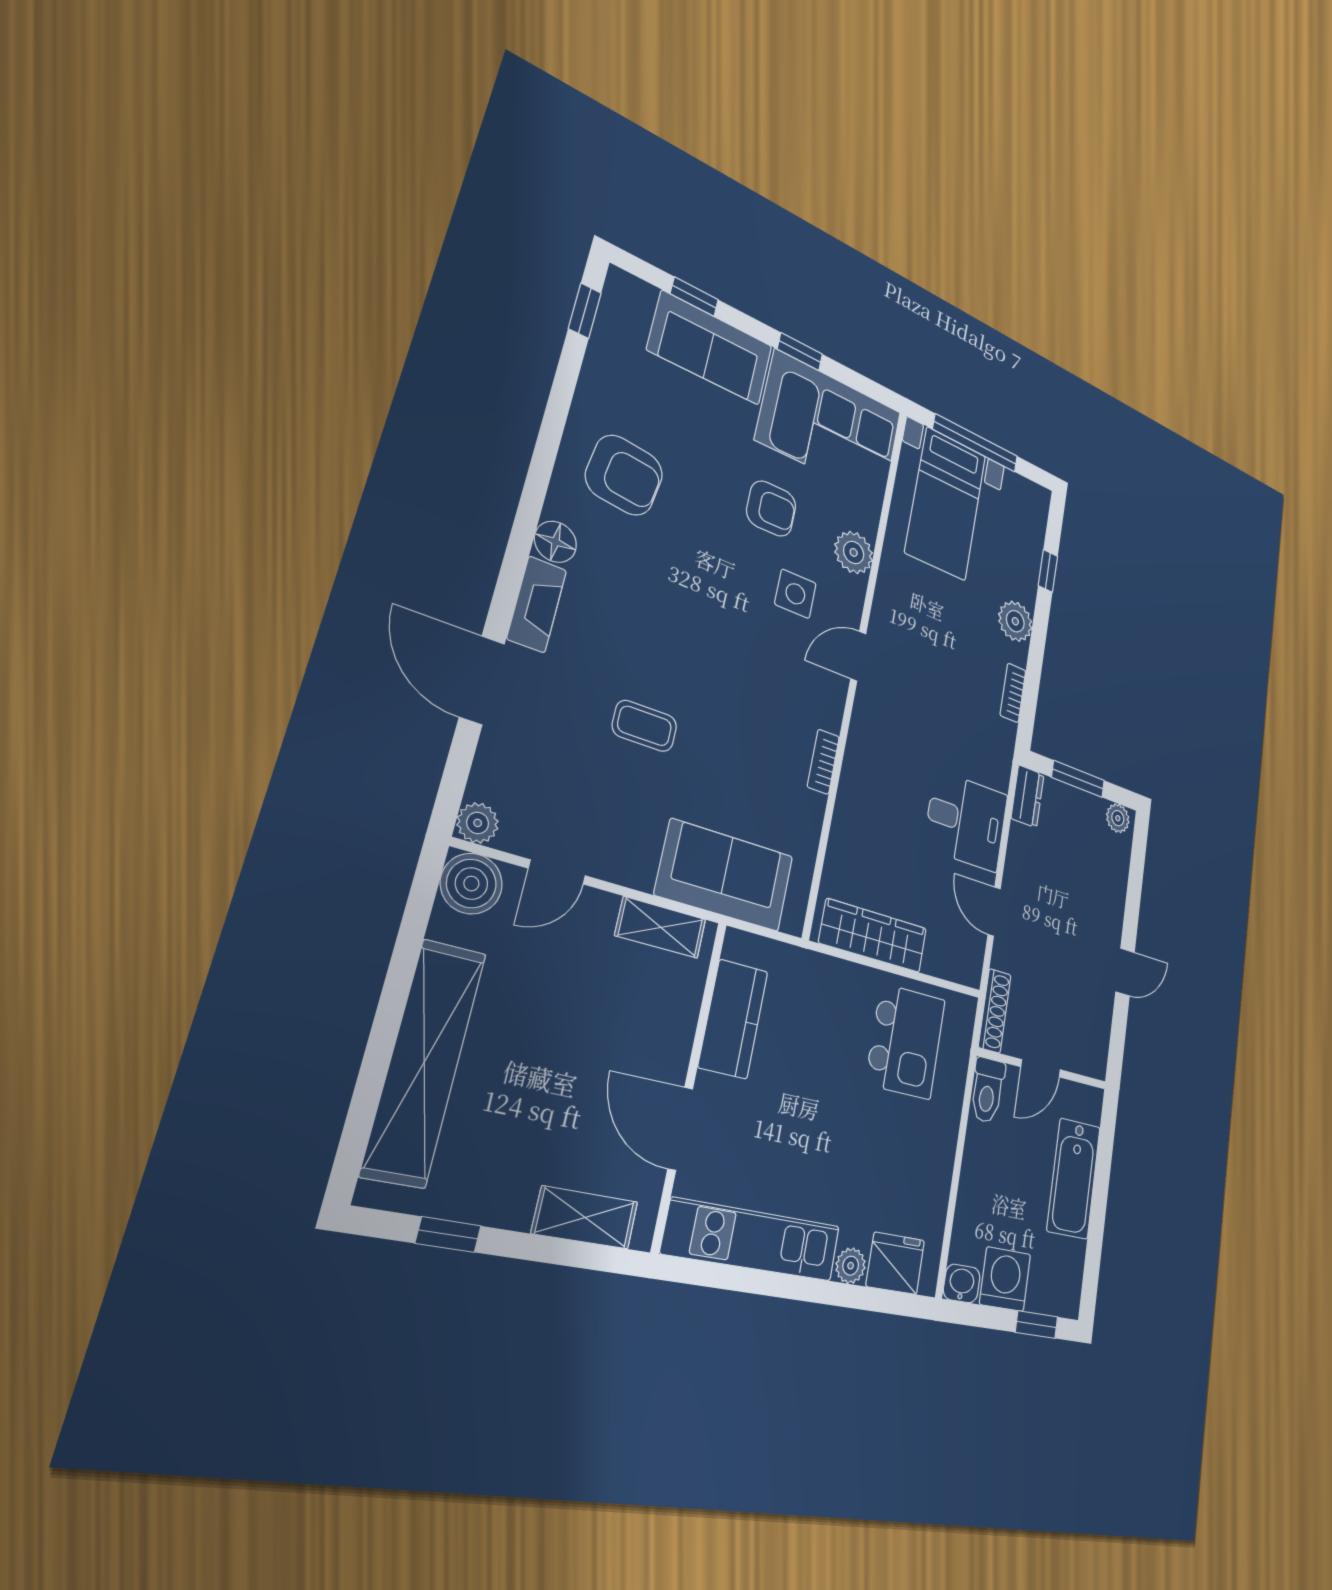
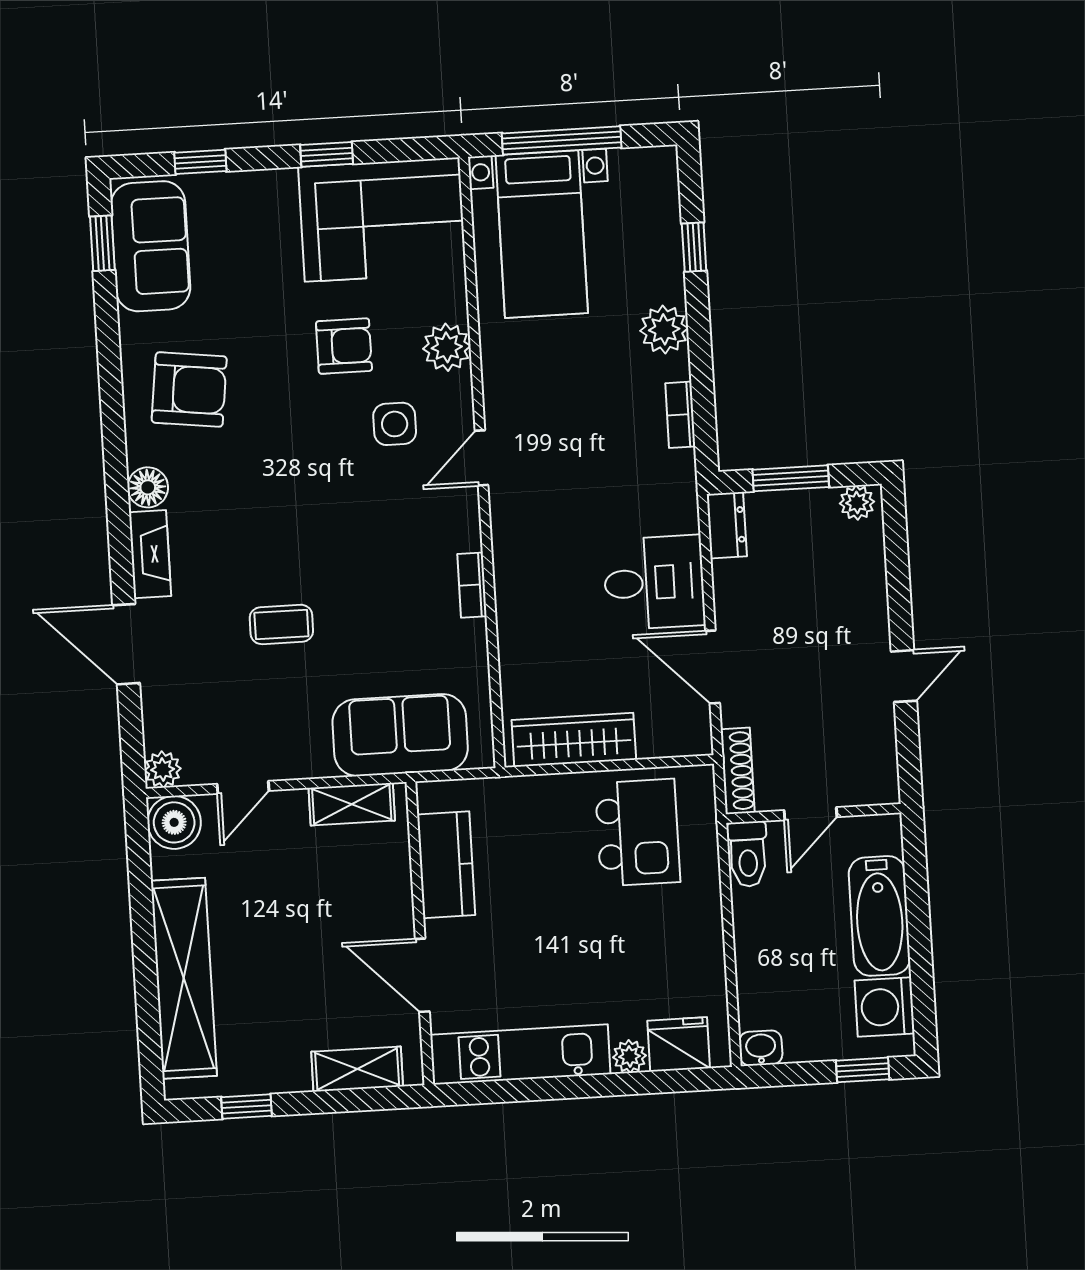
sofa: (710, 348) -> (151, 246), moved, turned -90
door: (994, 911) -> (713, 667), width x1.38
washing machine: (1005, 1279) -> (884, 1007), moved, turned -90

